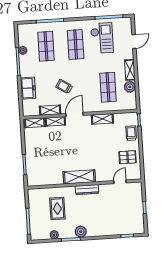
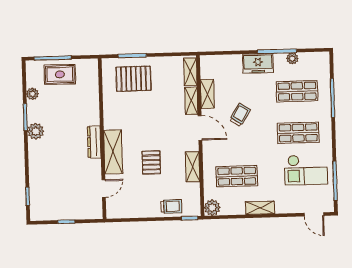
door: (134, 42) -> (314, 214), moved
plant: (130, 87) -> (212, 208), moved
freezer: (28, 88) -> (258, 63), moved
pallet: (128, 157) -> (151, 162), moved
pallet: (41, 163) -> (134, 79), added
shelving: (79, 177) -> (113, 152), moved
door: (120, 182) -> (104, 188), hinge flipped
rug: (57, 209) -> (60, 74), moved

